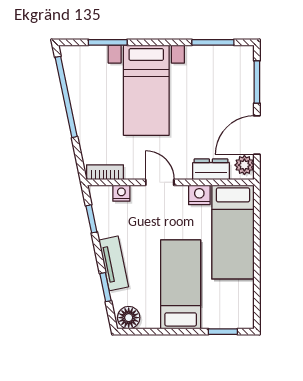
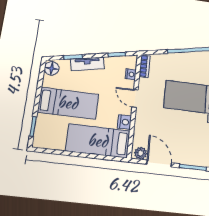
dresser: (211, 169) -> (140, 131), removed
door: (160, 182) -> (135, 98), swing flipped

